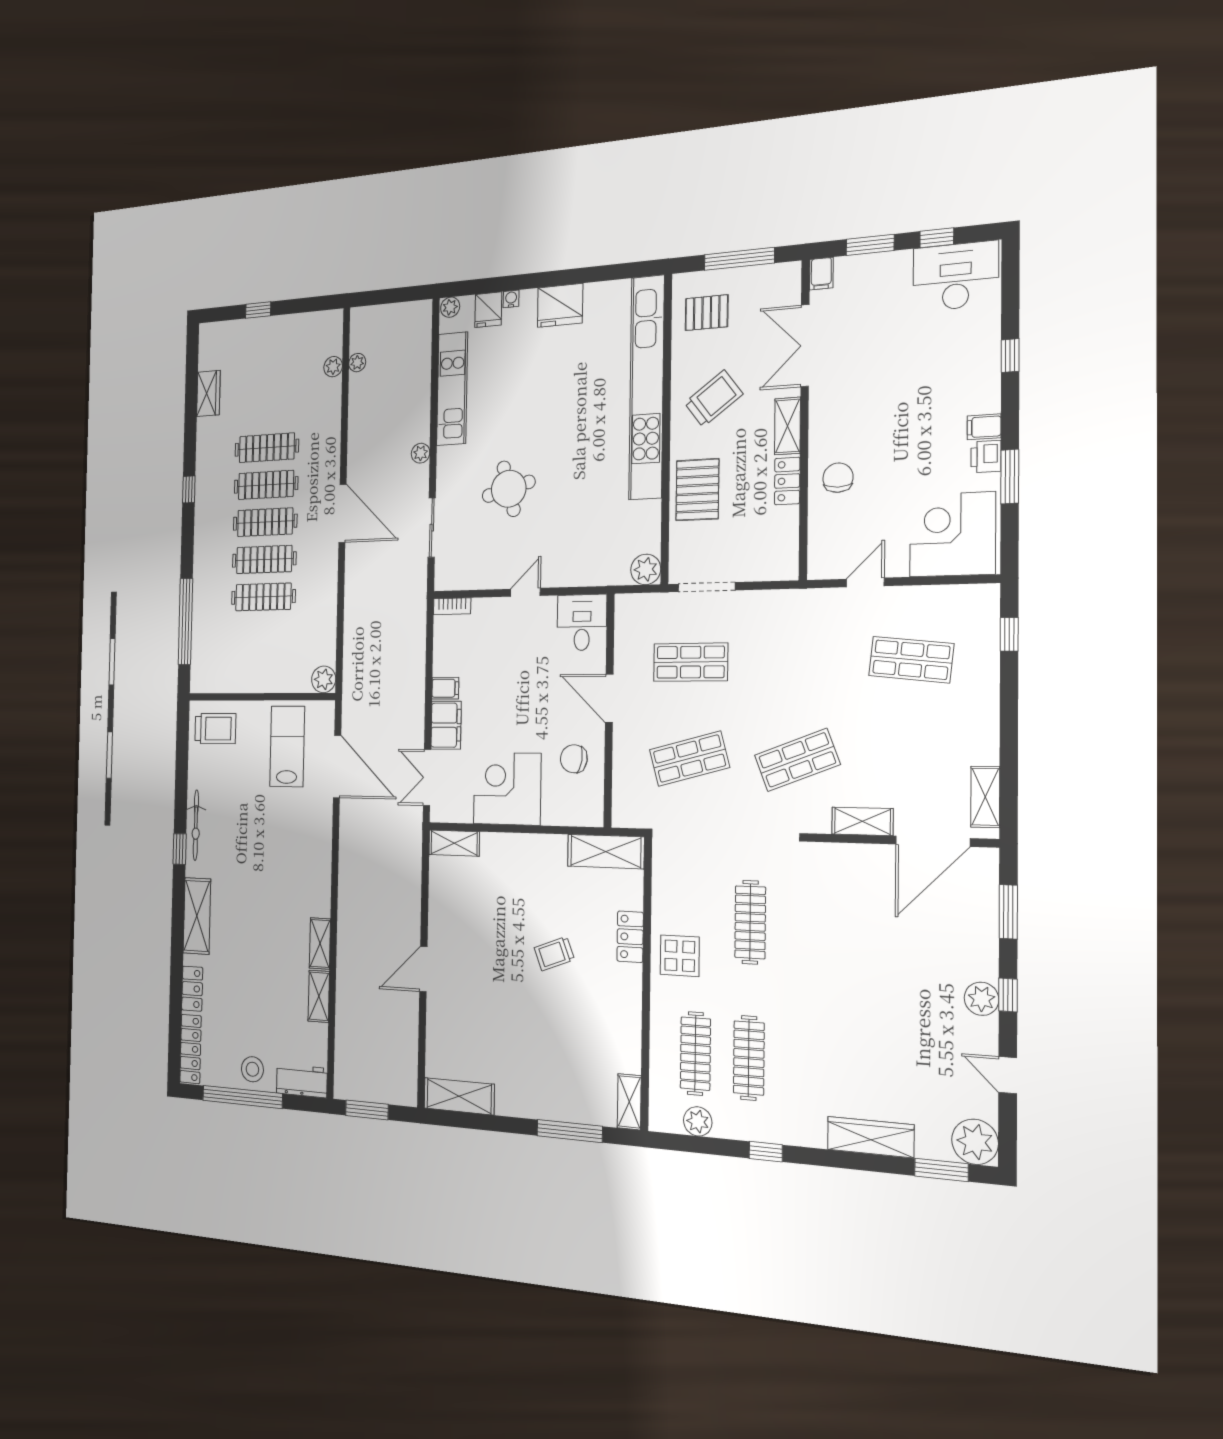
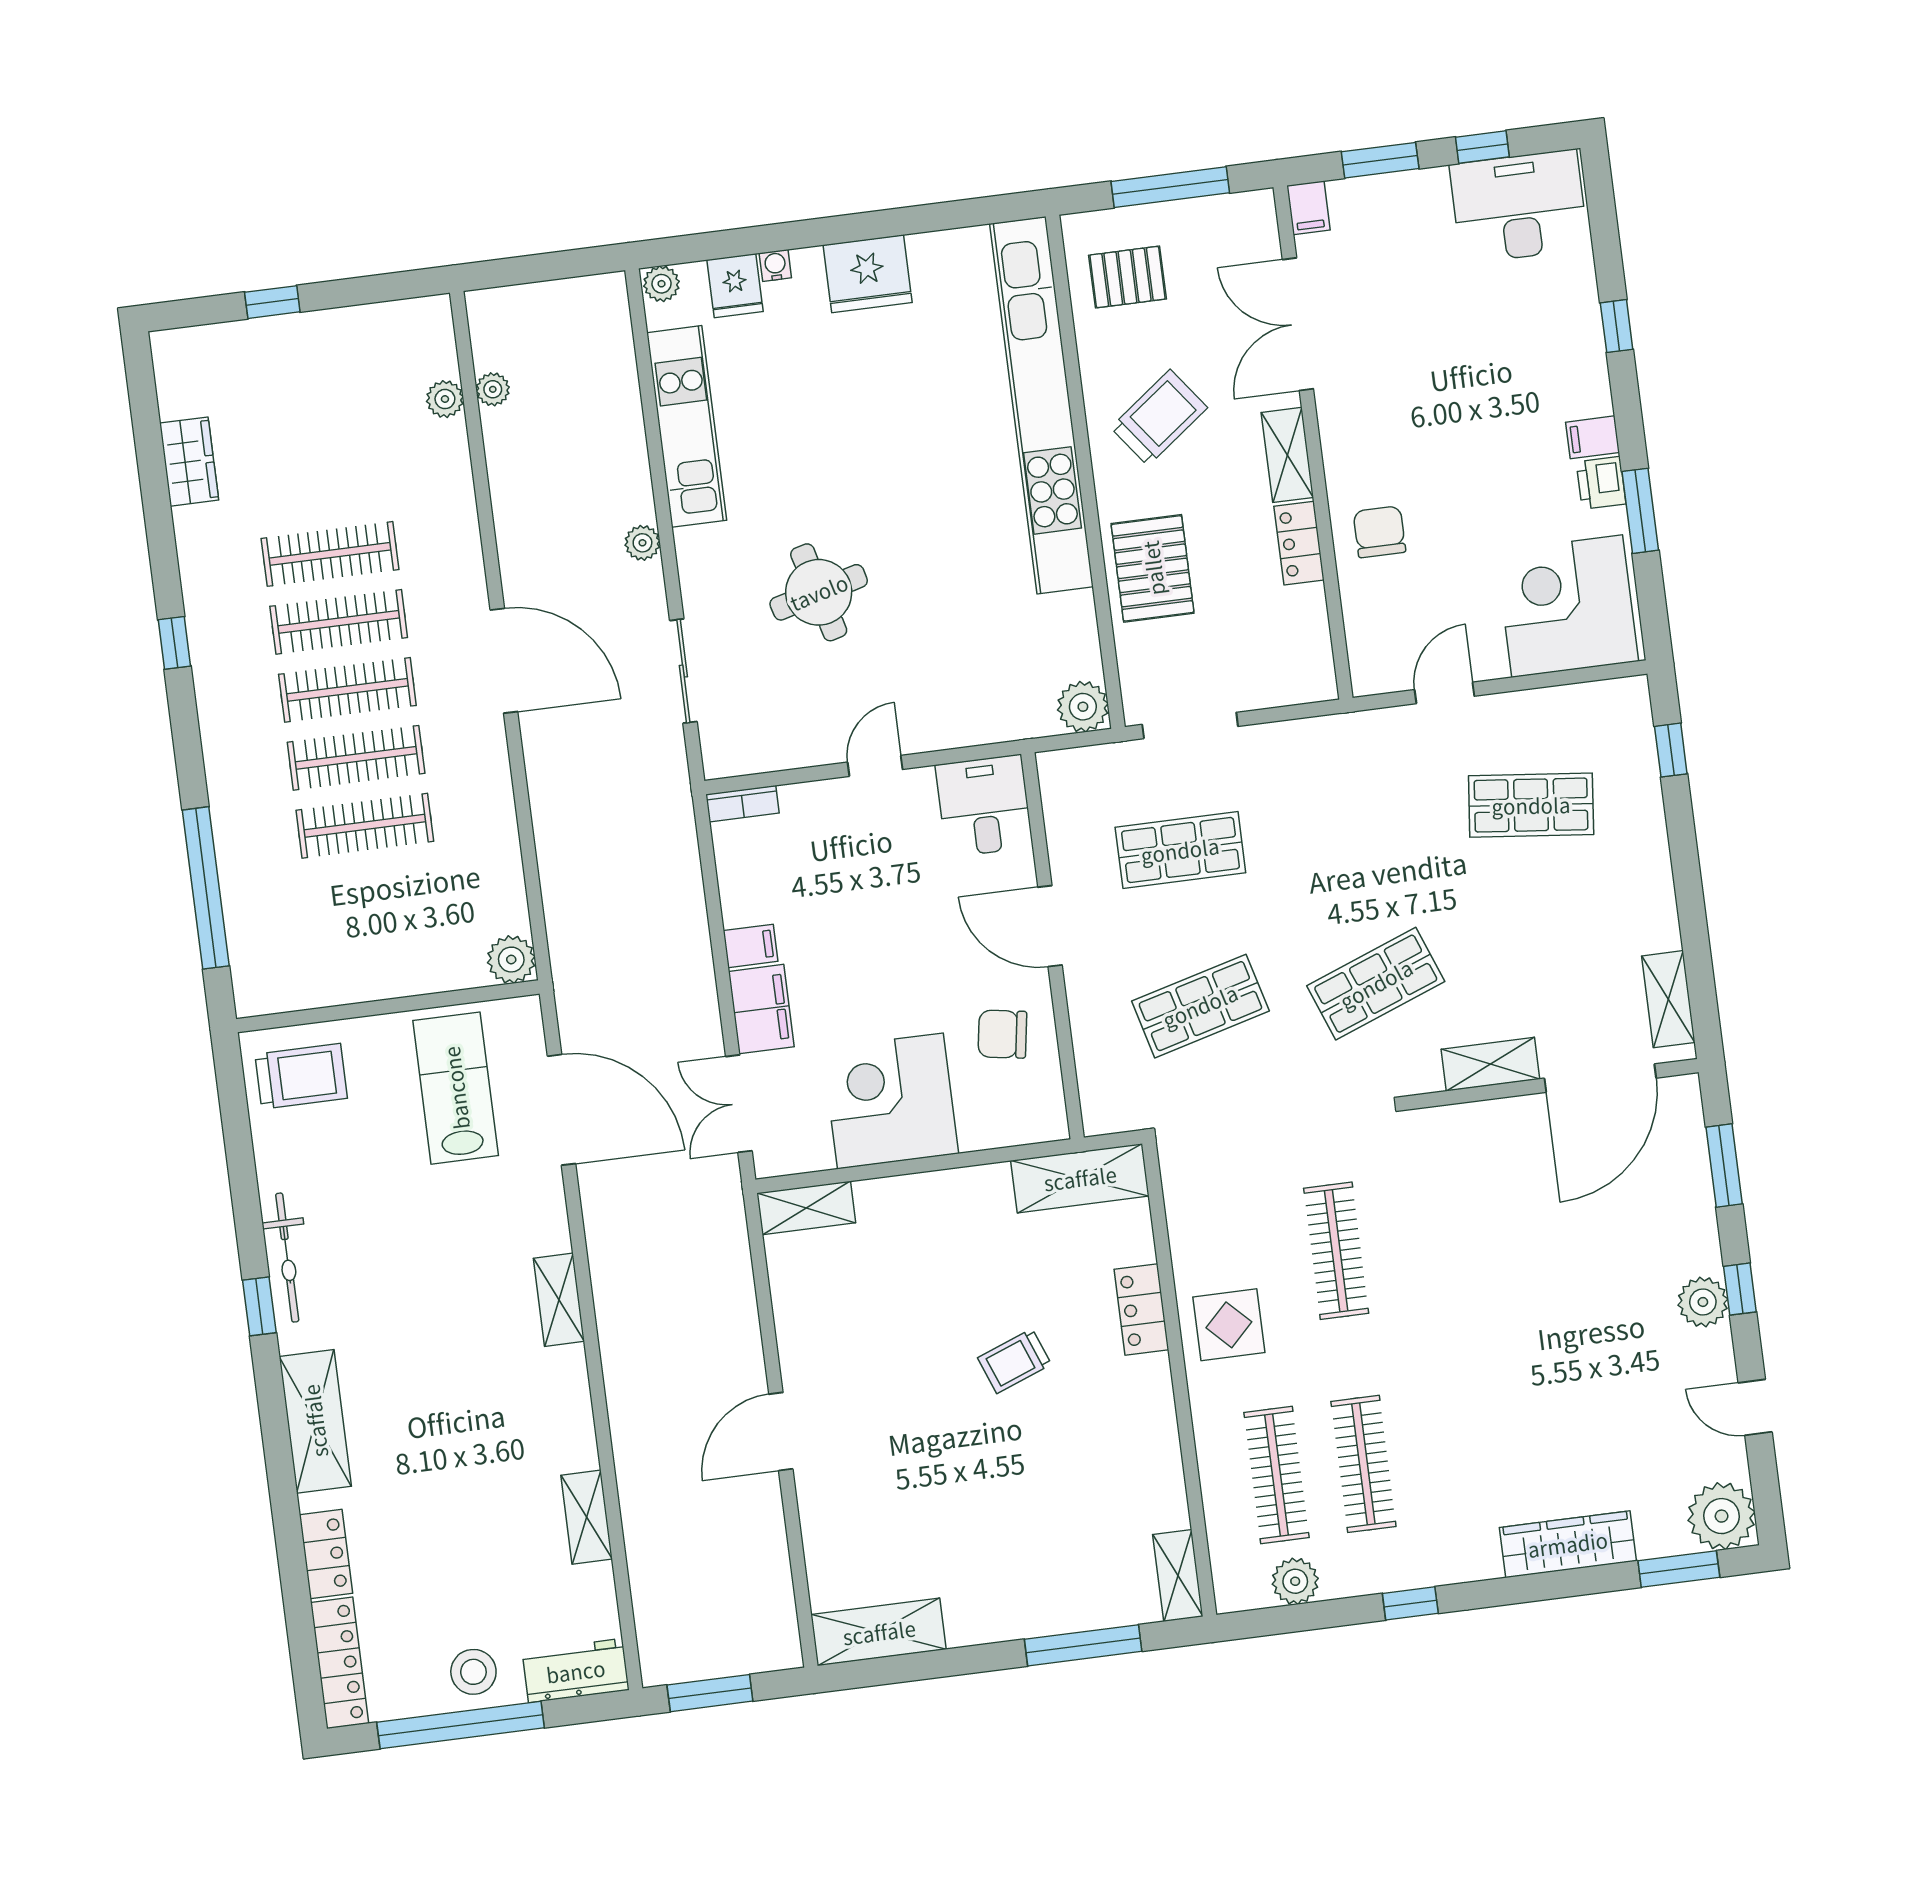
shelving: (320, 944) -> (559, 1300), moved

